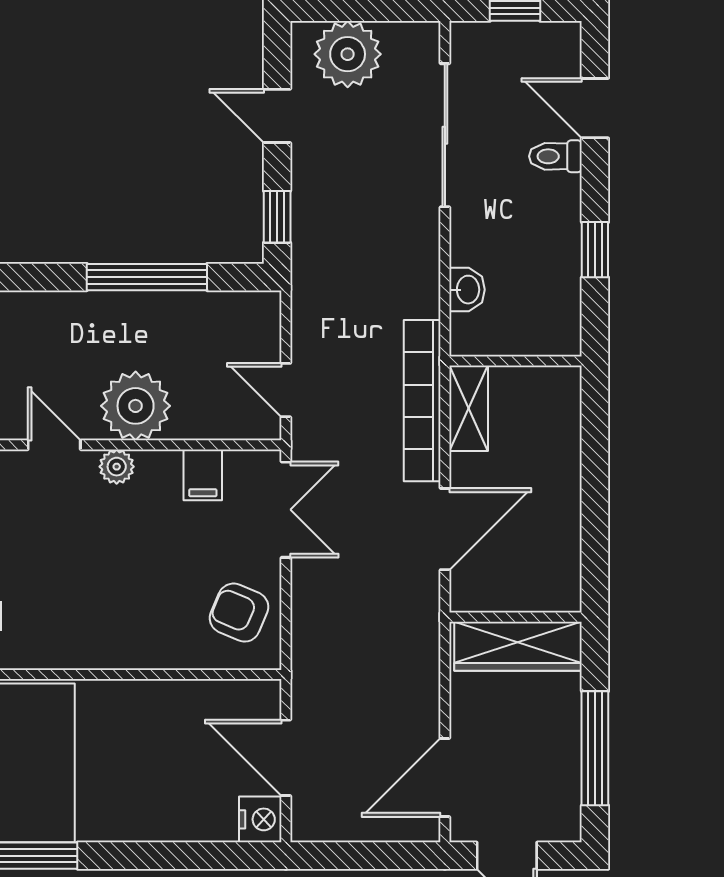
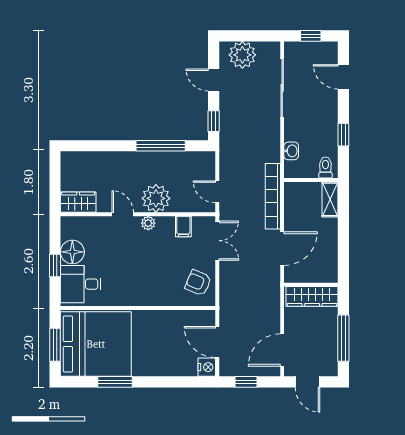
toilet: (555, 156) -> (325, 168), moved, turned 90
shelving: (469, 408) -> (330, 199), moved
window: (356, 856) -> (246, 382), added

